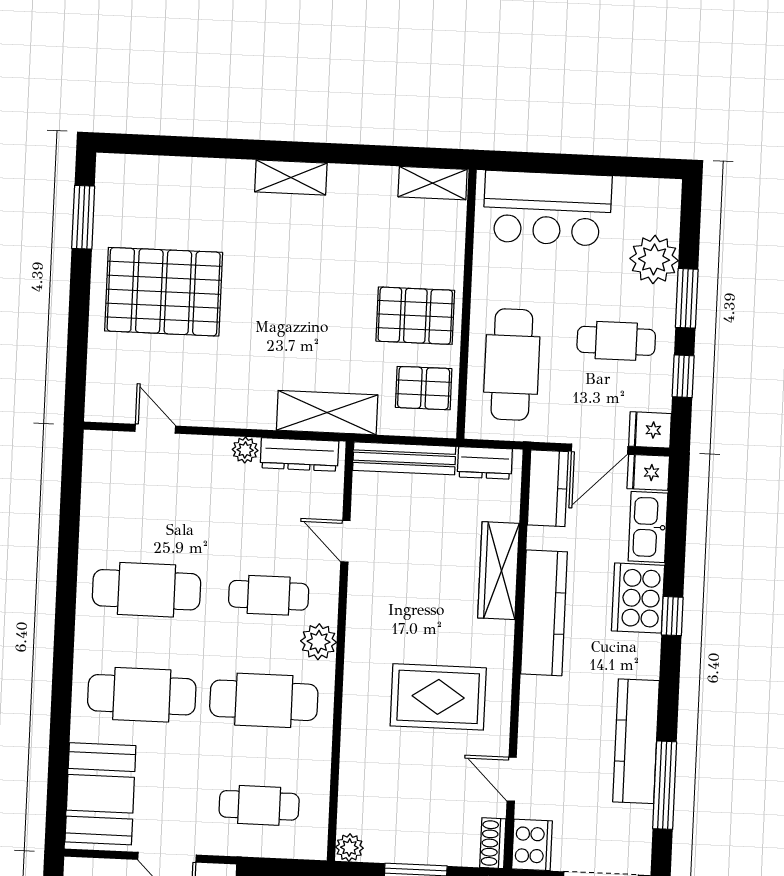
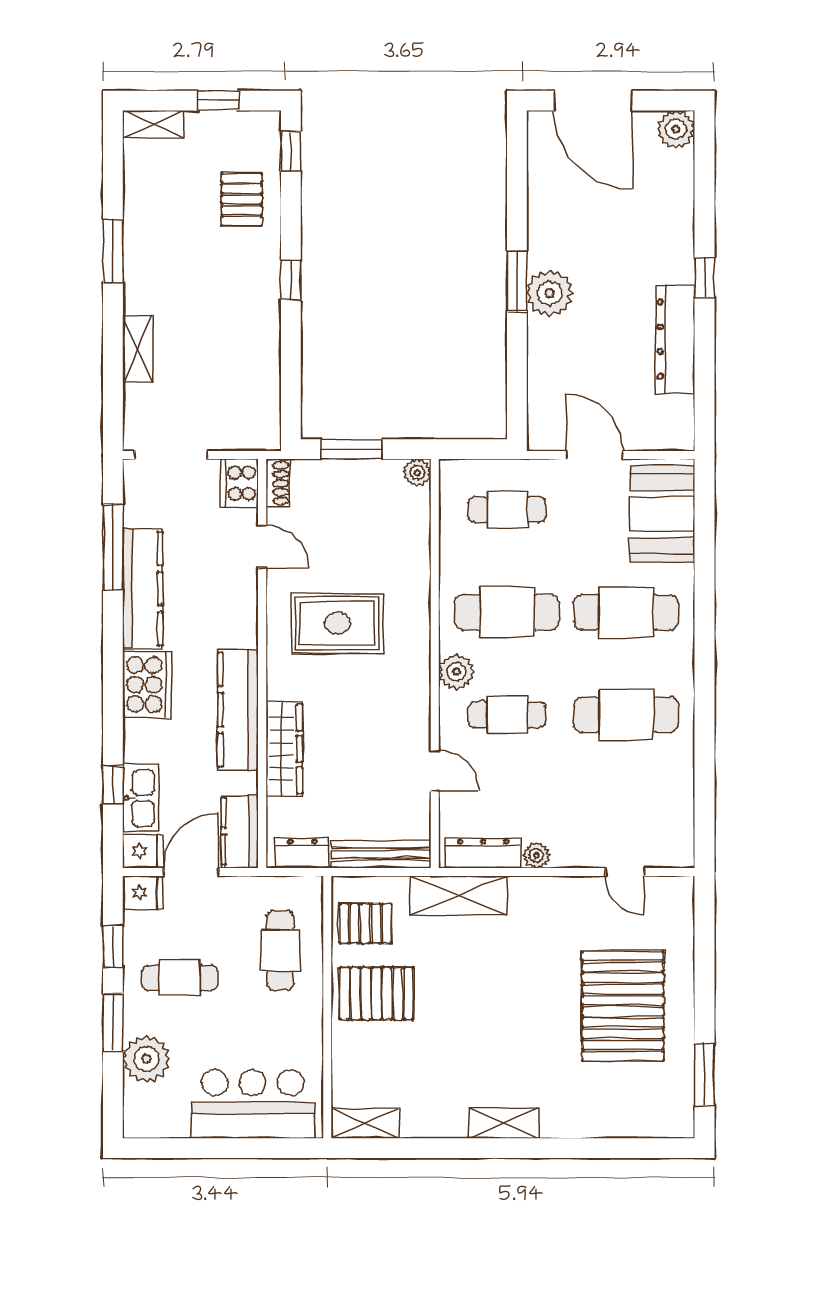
pallet: (164, 292) -> (623, 1006), turned 90
cafe table: (512, 364) -> (280, 950), width x0.73, depth x0.74
cooker: (638, 598) -> (147, 685), moved
window: (672, 616) -> (113, 785), moved

